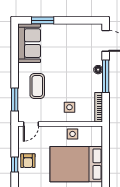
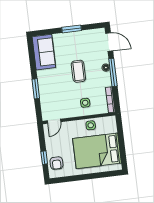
window: (43, 20) -> (72, 29), moved
coffee table: (37, 86) -> (78, 71), moved
window: (15, 100) -> (36, 89), moved
armchair: (28, 161) -> (56, 163), moved

